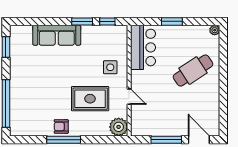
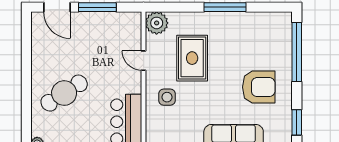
rug: (90, 99) -> (192, 58), turned 90
armchair: (61, 126) -> (259, 87), moved, width x1.88, depth x1.88

